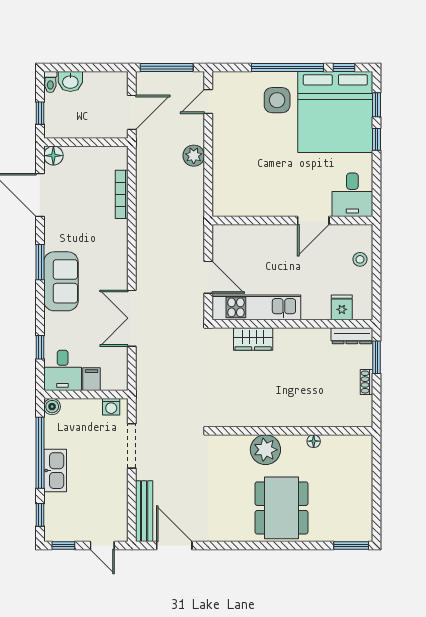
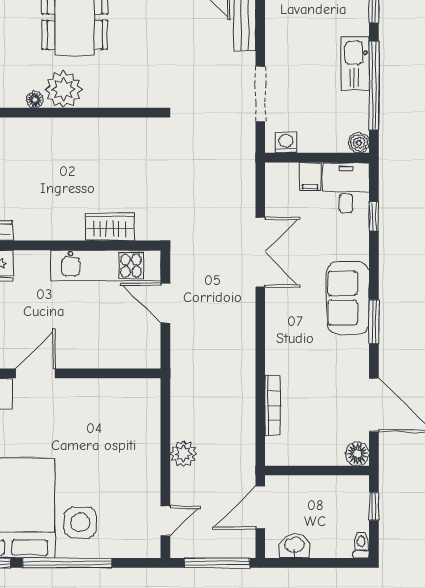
washbasin: (70, 81) -> (294, 546), moved
plant: (265, 450) -> (64, 89), moved

